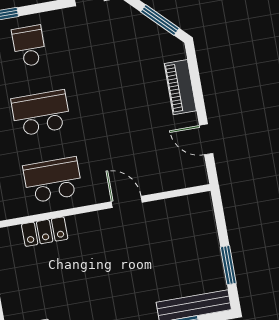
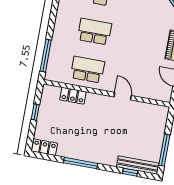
window: (228, 265) -> (164, 150), width x1.44

